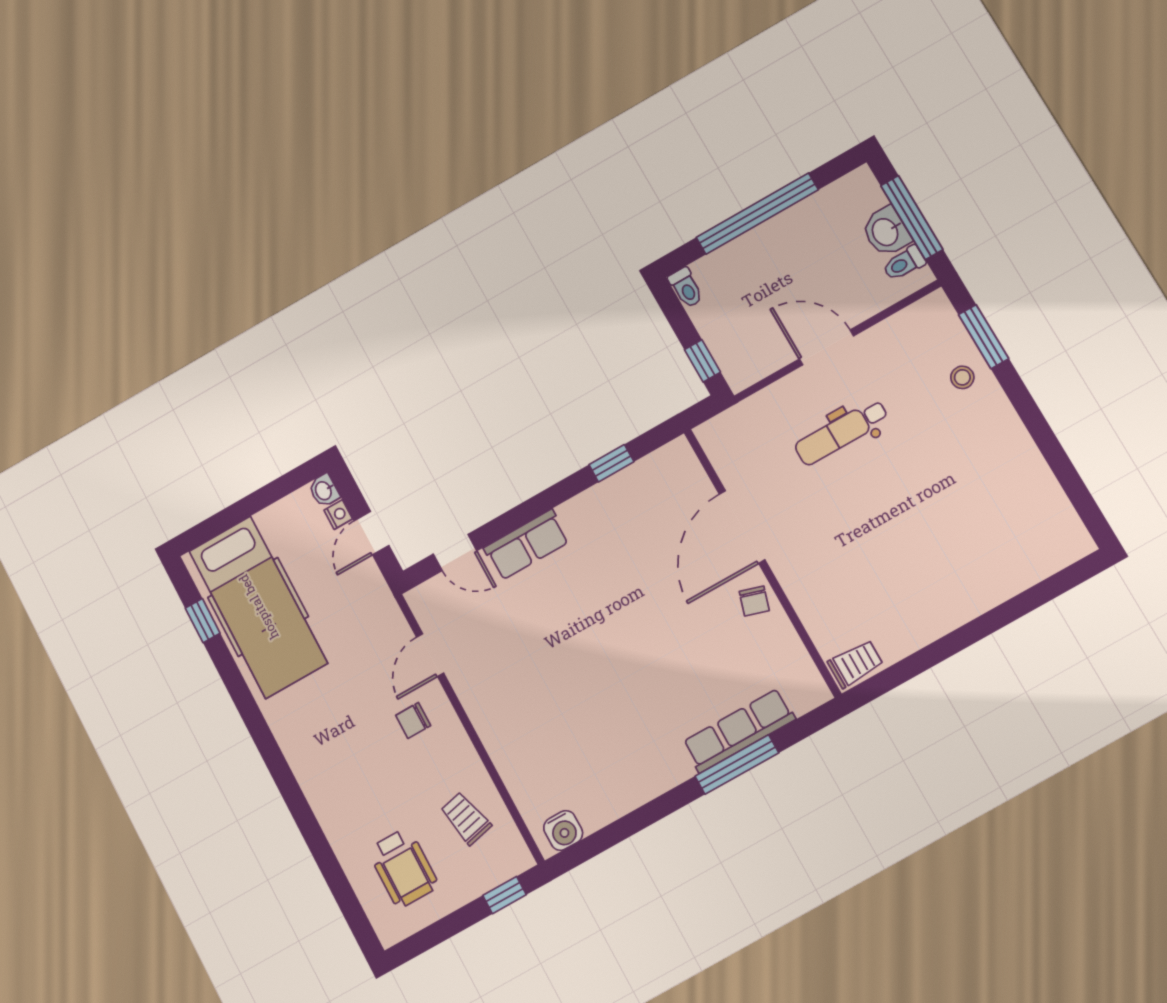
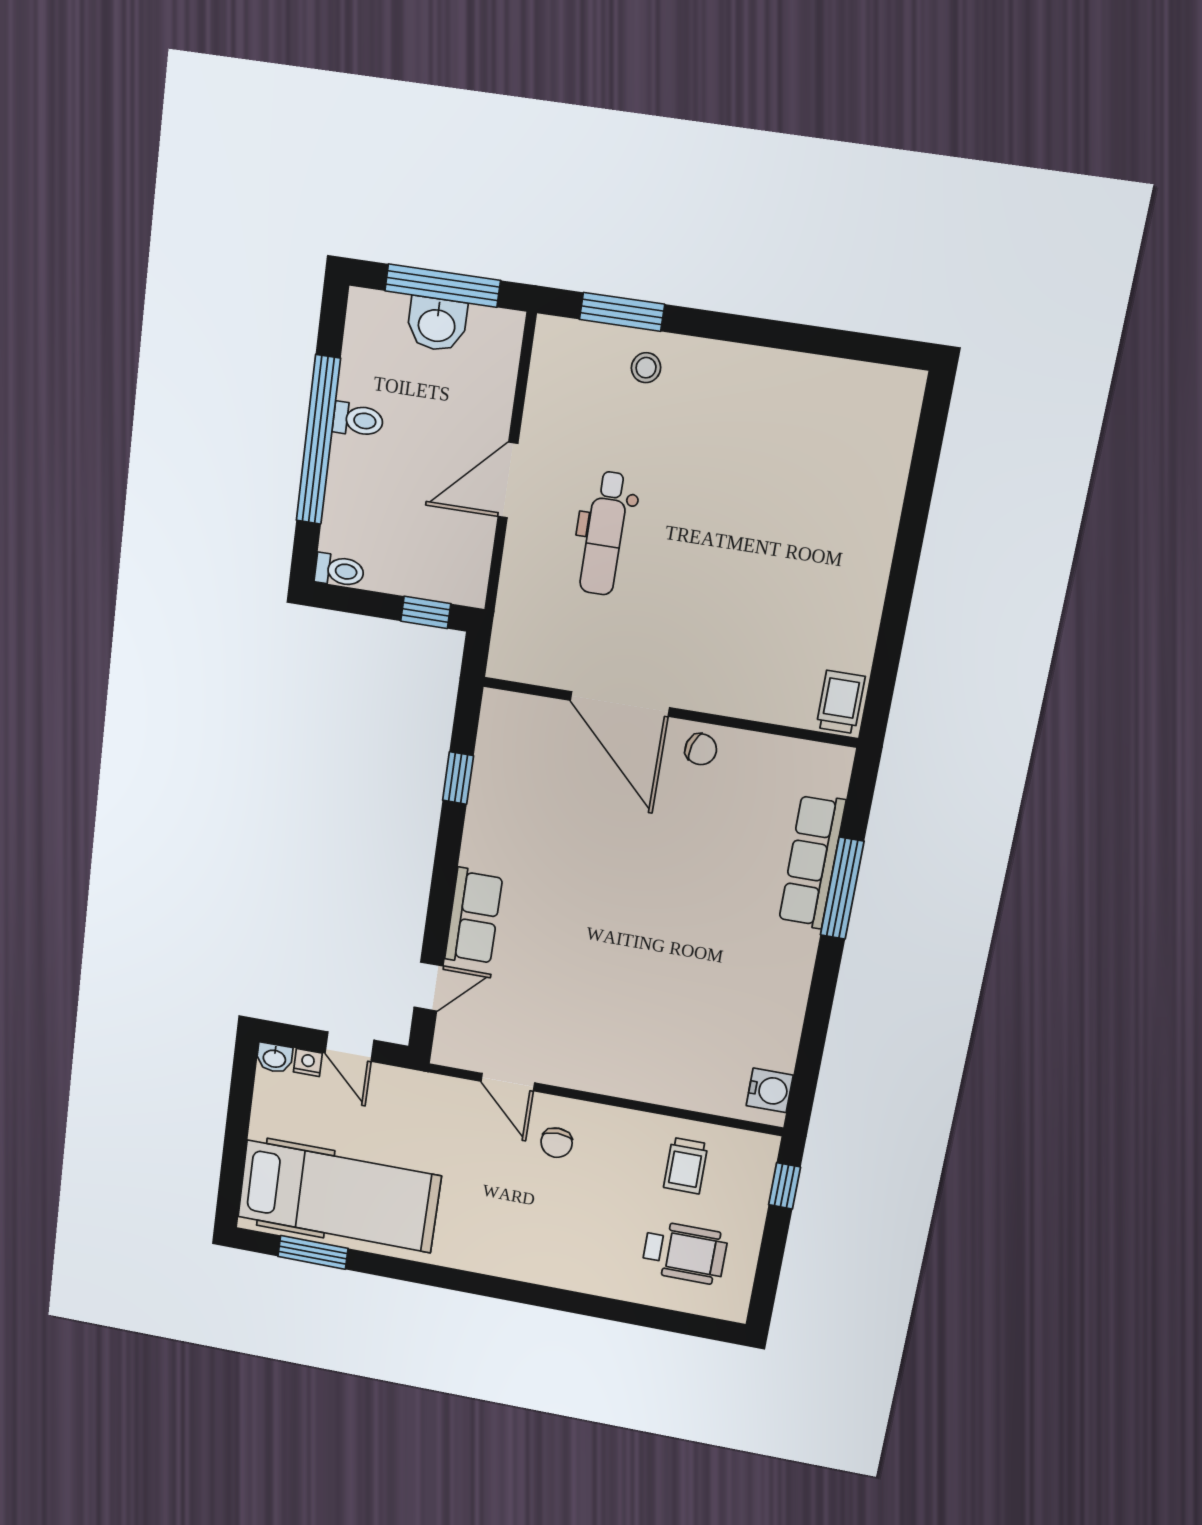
toilet: (904, 263) -> (358, 420), moved, turned -90
window: (203, 621) -> (313, 1252), width x1.50
trolley: (466, 818) -> (686, 1166), turned -77

